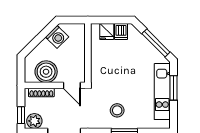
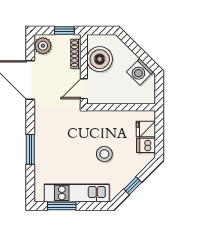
window: (156, 43) -> (133, 186), width x0.46
window: (174, 88) -> (62, 206), moved
stool: (117, 110) -> (104, 154), moved
window: (21, 115) -> (64, 30), moved

